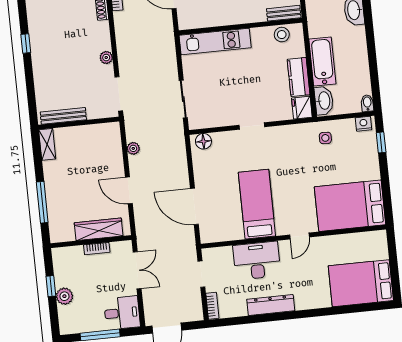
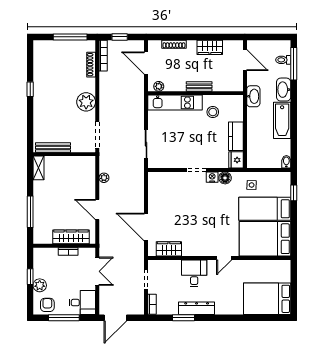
bench: (284, 13) -> (199, 86), moved
plant: (192, 23) -> (159, 86), added
stool: (282, 35) -> (213, 112), moved
plant: (106, 58) -> (86, 102), width x1.88, depth x1.88
bathtub: (322, 62) -> (282, 120), moved, turned 180
washbasin: (324, 101) -> (253, 96), moved
nightstand: (364, 124) -> (212, 177), moved
floor lamp: (203, 141) -> (225, 178), moved
bed: (257, 204) -> (265, 209), moved, turned -90
wardrobe: (227, 232) -> (169, 249), added
desk: (257, 261) -> (194, 273), width x0.73
window: (255, 319) -> (183, 318), added
armchair: (77, 321) -> (47, 305), added

